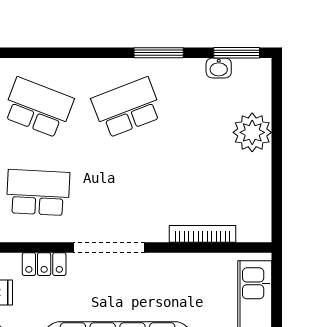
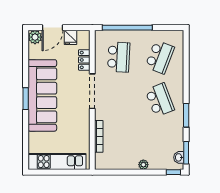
washbasin: (219, 68) -> (179, 157), moved
window: (277, 79) -> (173, 172), added
plant: (252, 132) -> (143, 165), width x0.53, depth x0.53

